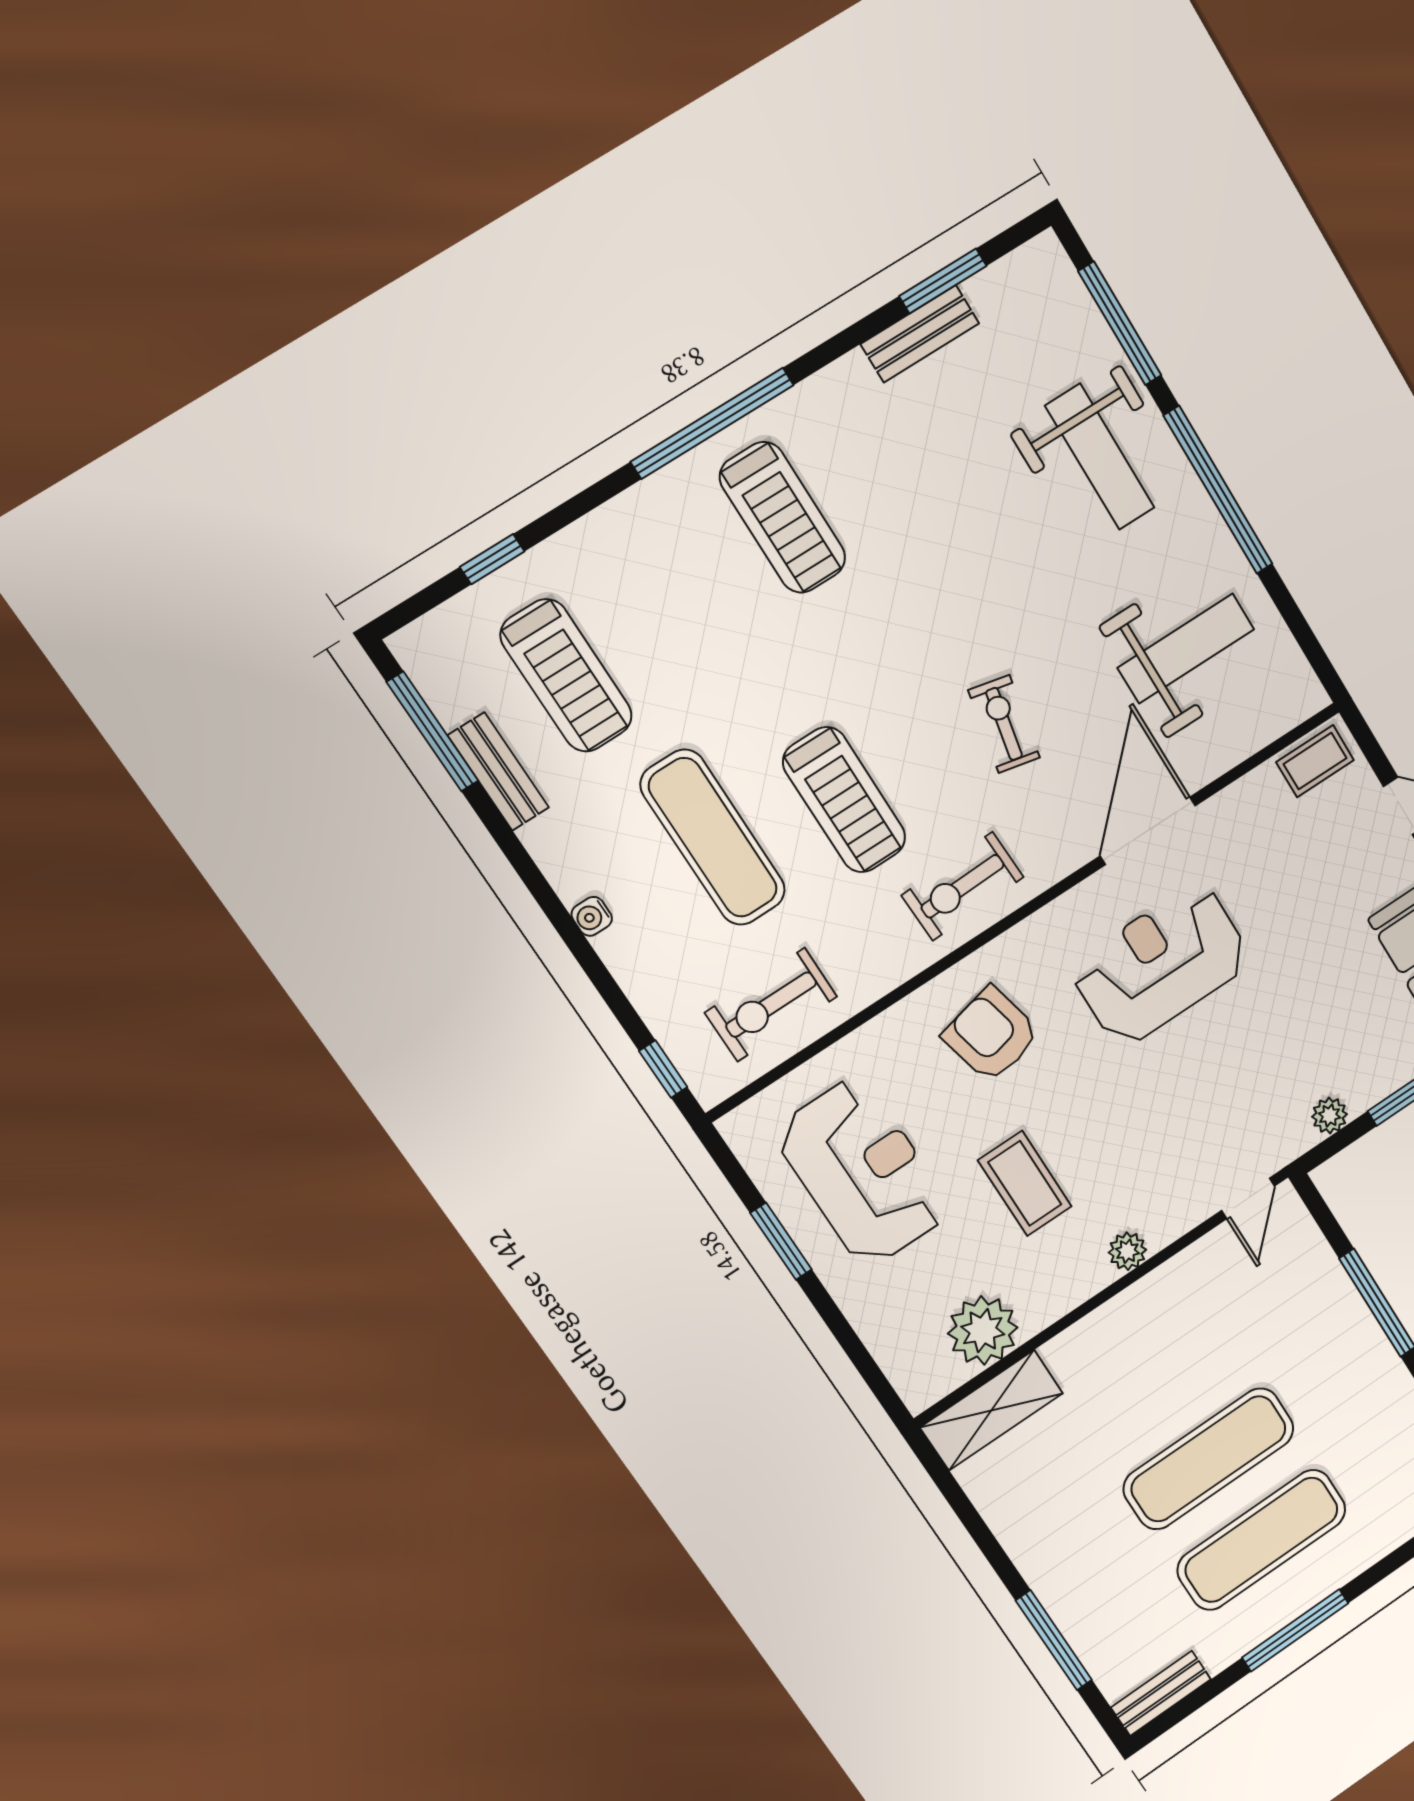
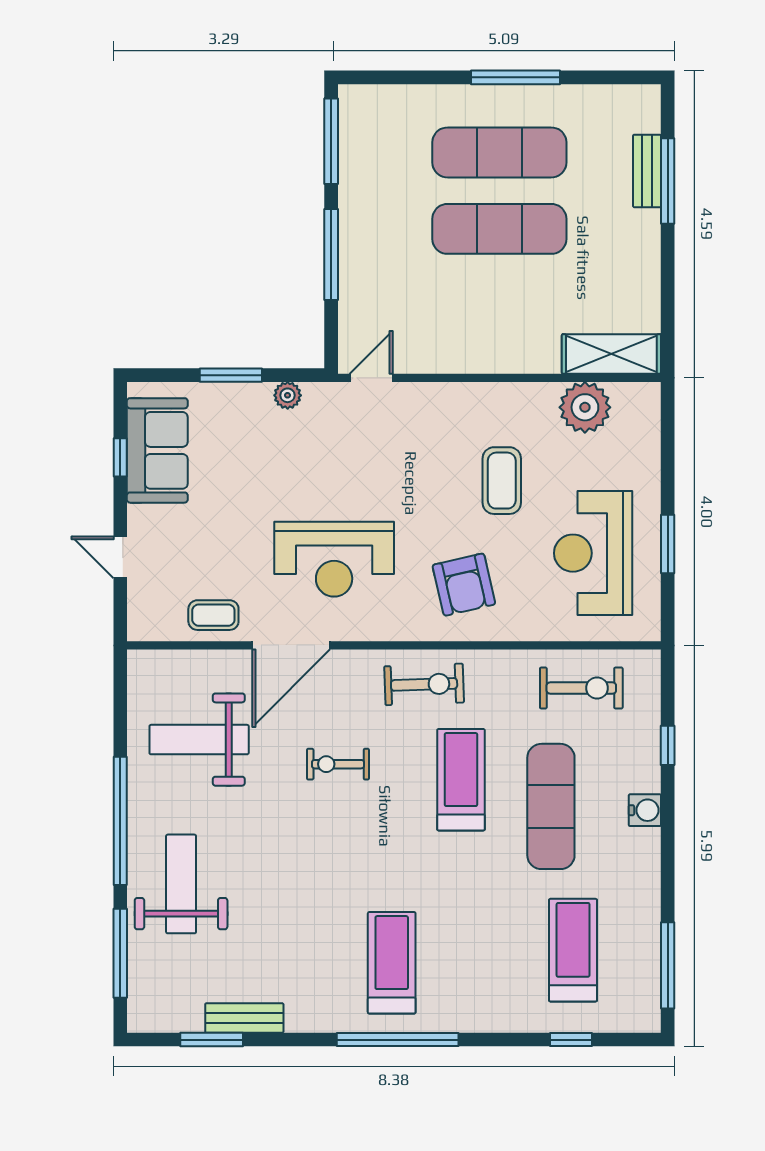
exercise bike: (1004, 724) -> (338, 764), turned 78
coffee table: (1315, 761) -> (213, 615), moved
bench: (498, 772) -> (647, 920), removed
water cooler: (592, 916) -> (645, 810), width x1.38, depth x1.38
window: (663, 1069) -> (668, 745), moved
plant: (1127, 1251) -> (466, 396), removed
bench: (1161, 1693) -> (647, 171), moved, turned 90

